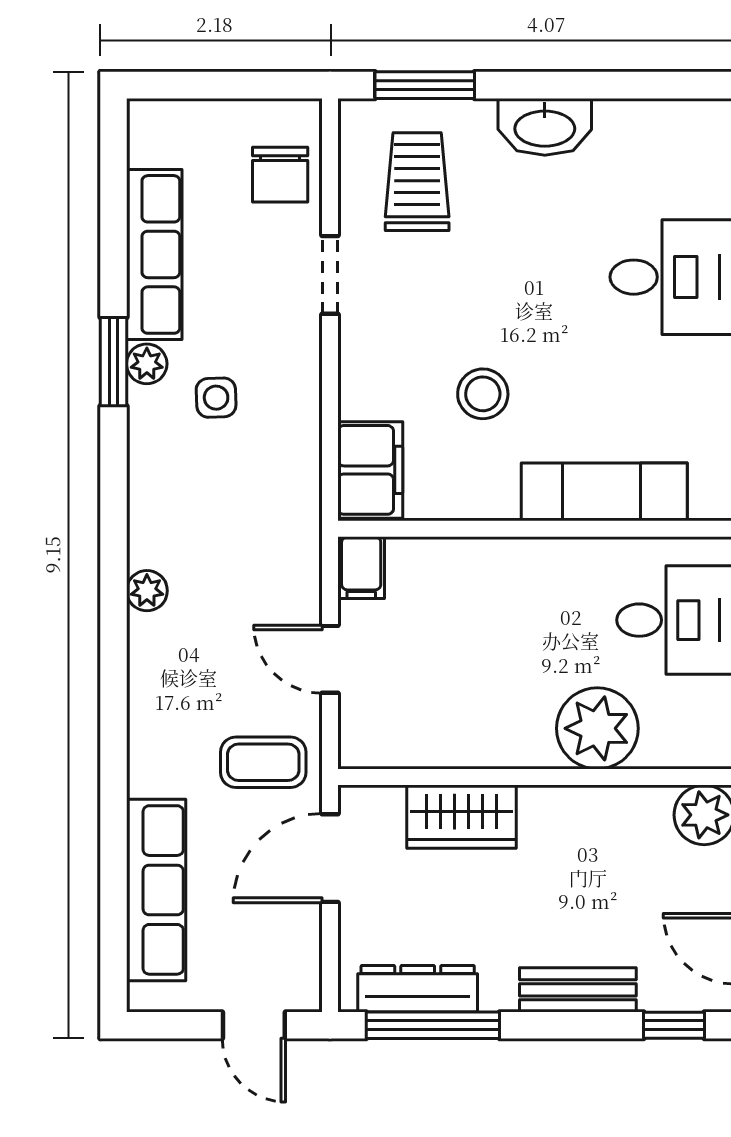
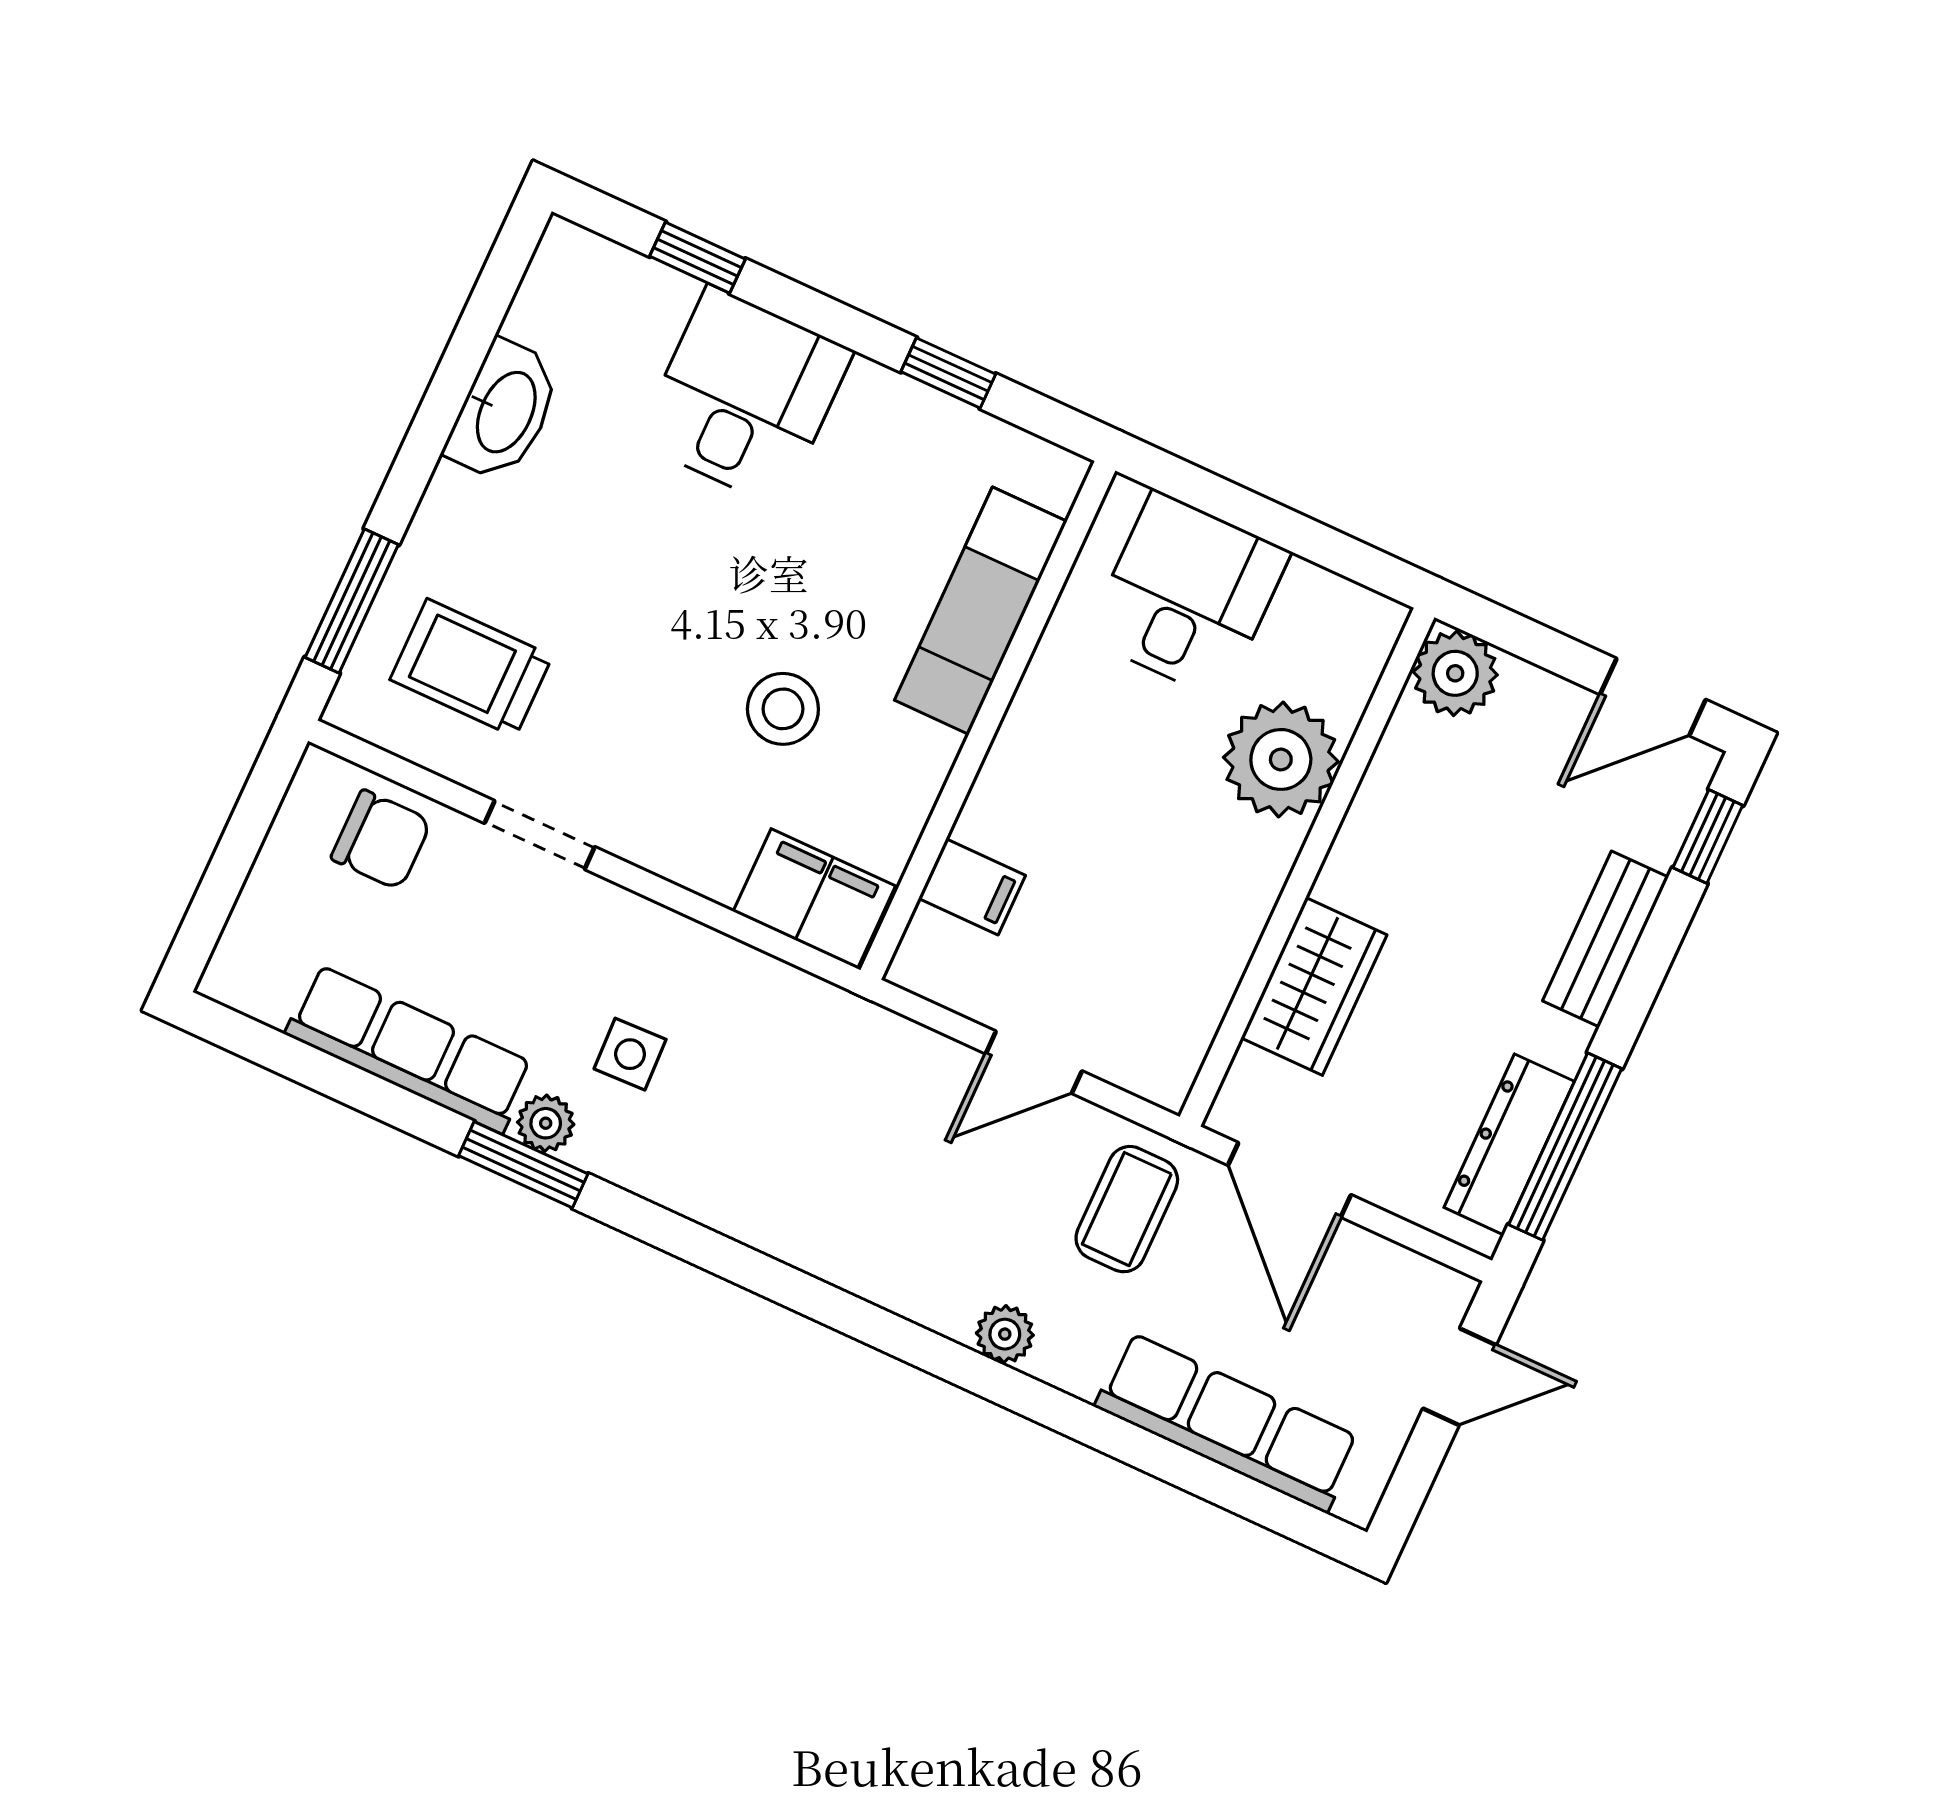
washbasin: (545, 127) -> (504, 411), moved
filing cabinet: (361, 568) -> (972, 887), moved
plant: (147, 591) -> (1005, 1334), moved

